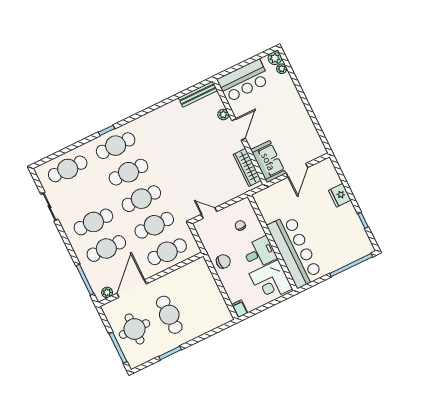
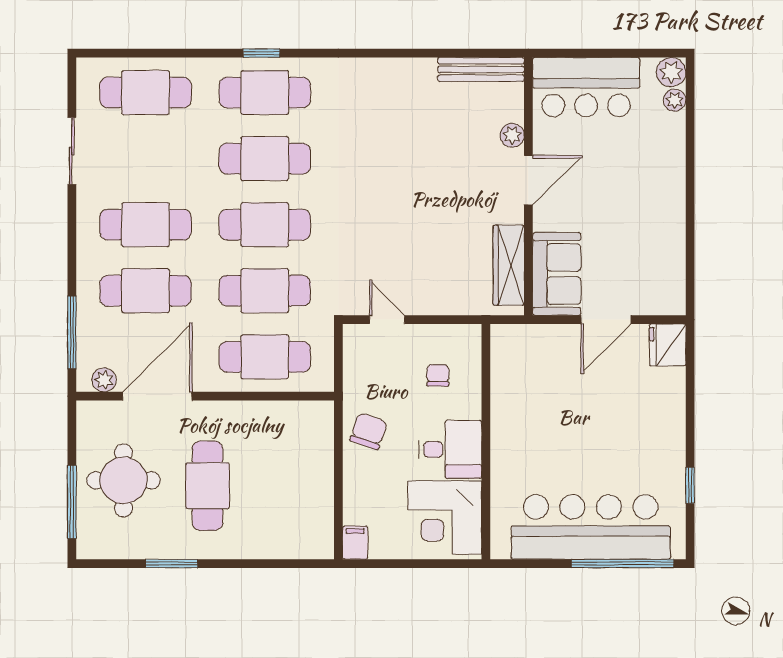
fridge: (340, 195) -> (668, 345), moved
bar counter: (295, 251) -> (591, 527), moved, turned -90
chair: (223, 261) -> (368, 431), turned -71

